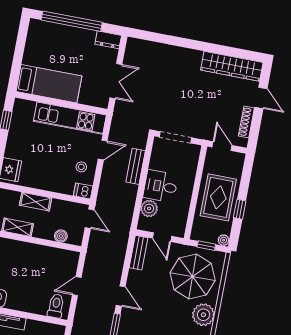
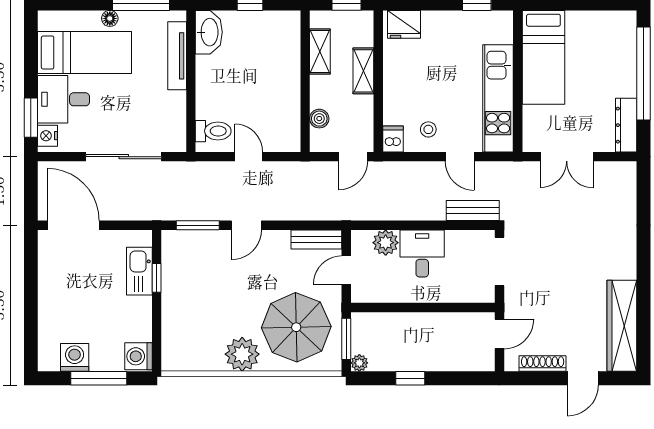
dresser: (108, 40) -> (626, 125), width x1.44
bench: (136, 166) -> (473, 211), moved
rug: (218, 197) -> (422, 343), removed
window: (206, 246) -> (346, 339), width x1.50

